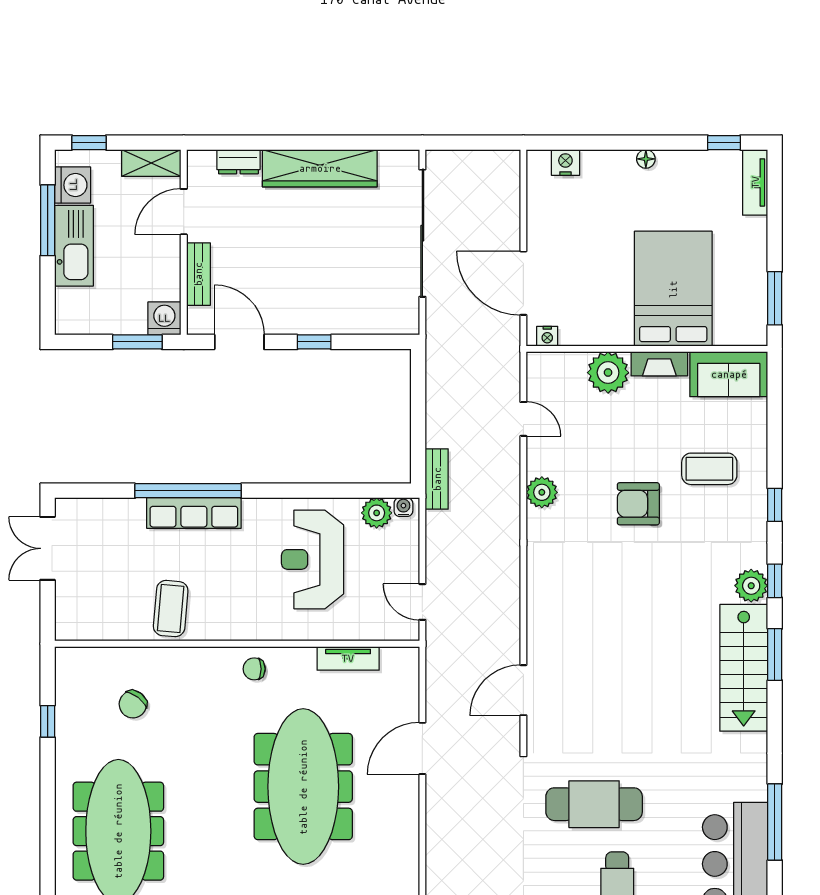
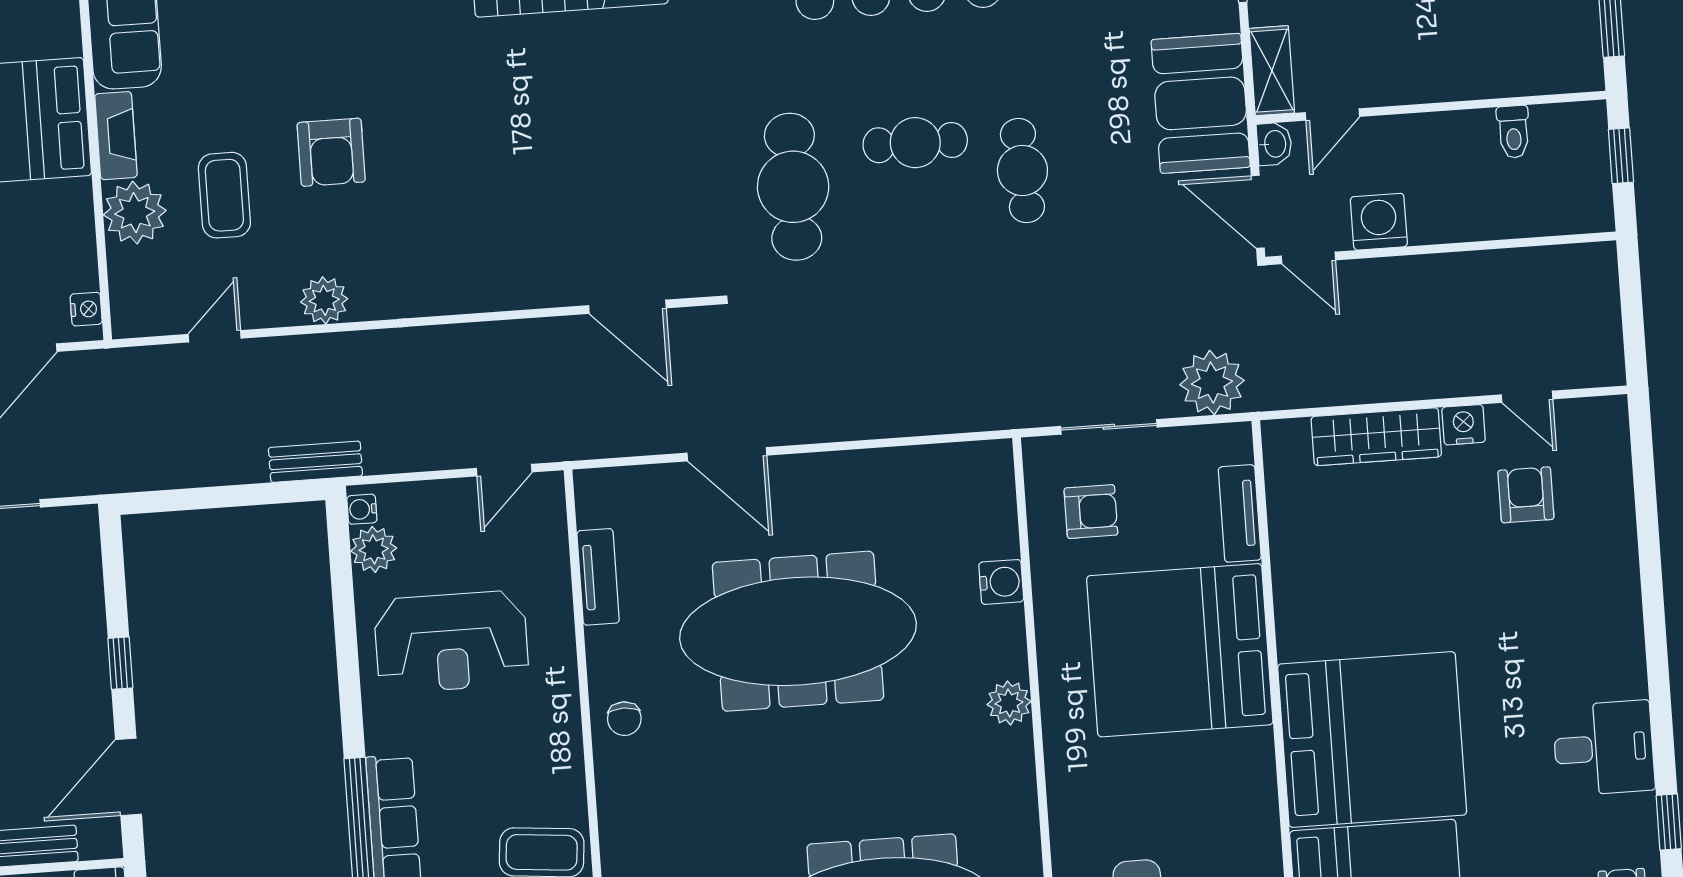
coffee table: (709, 469) -> (224, 195), moved

